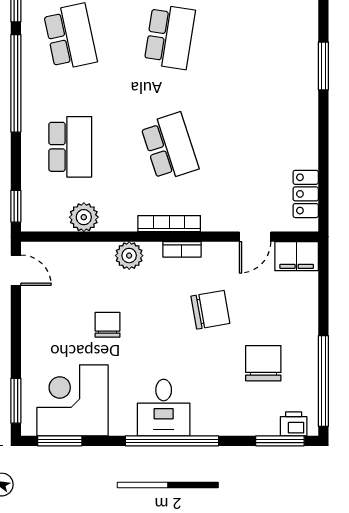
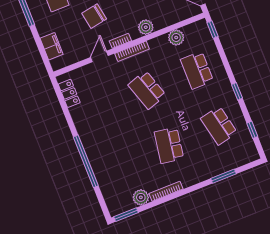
window: (323, 66) -> (86, 161), width x2.11
window: (16, 83) -> (237, 91), width x0.32
door: (255, 237) -> (99, 57), moved
filing cabinet: (297, 256) -> (52, 46), moved, turned 90

